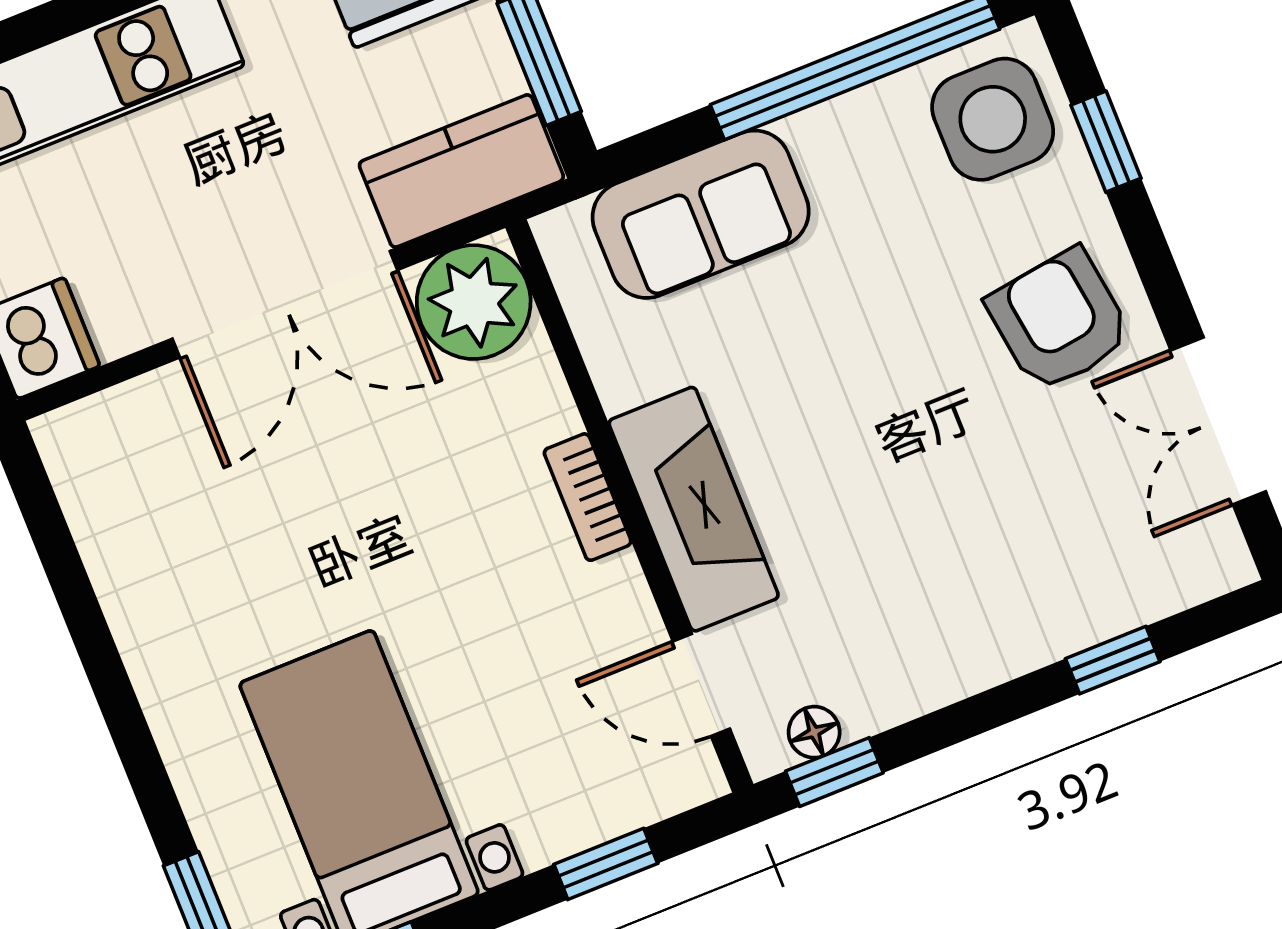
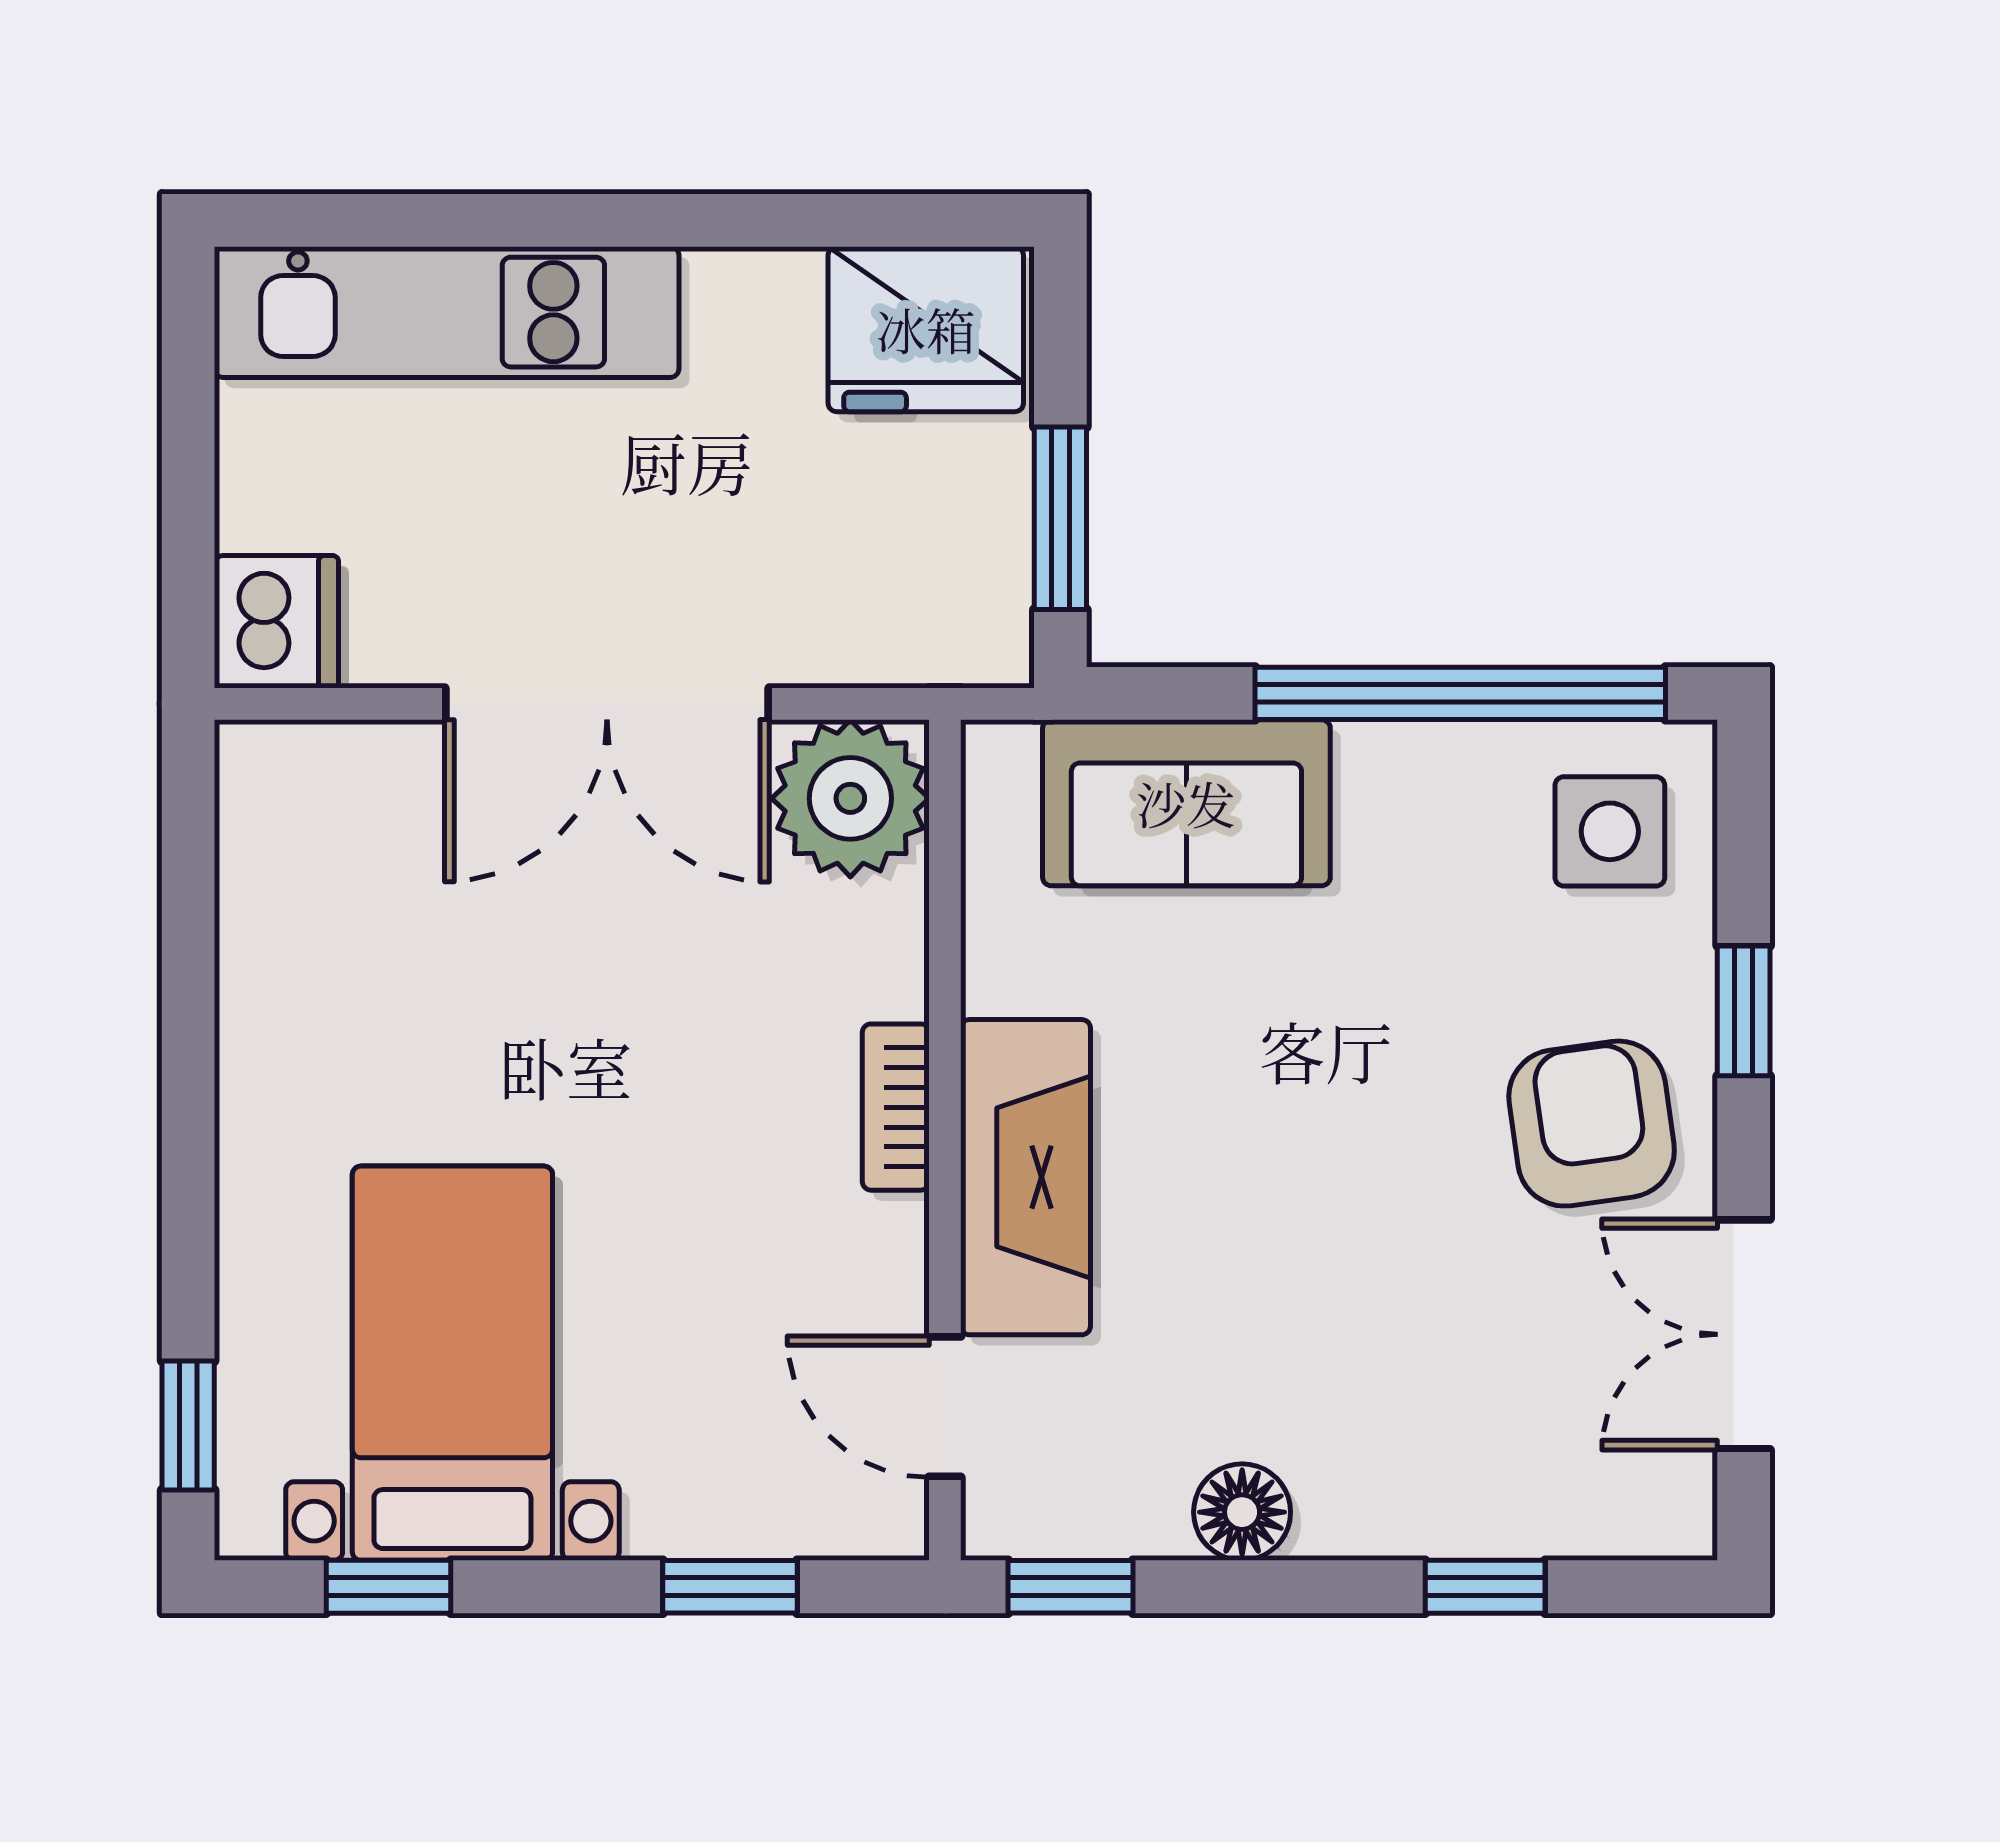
side table: (993, 119) -> (1610, 831), width x0.73, depth x0.73
window: (1106, 142) -> (1744, 1011), moved
kitchen counter: (461, 171) -> (902, 624), removed
floor lamp: (814, 732) -> (1242, 1512), moved, width x1.37, depth x1.37

